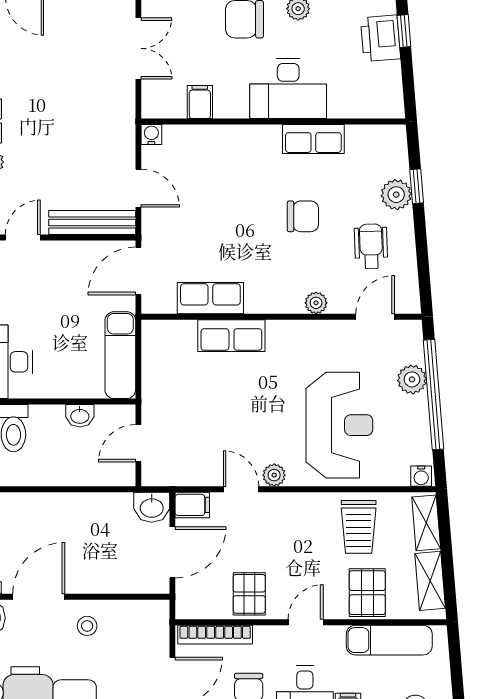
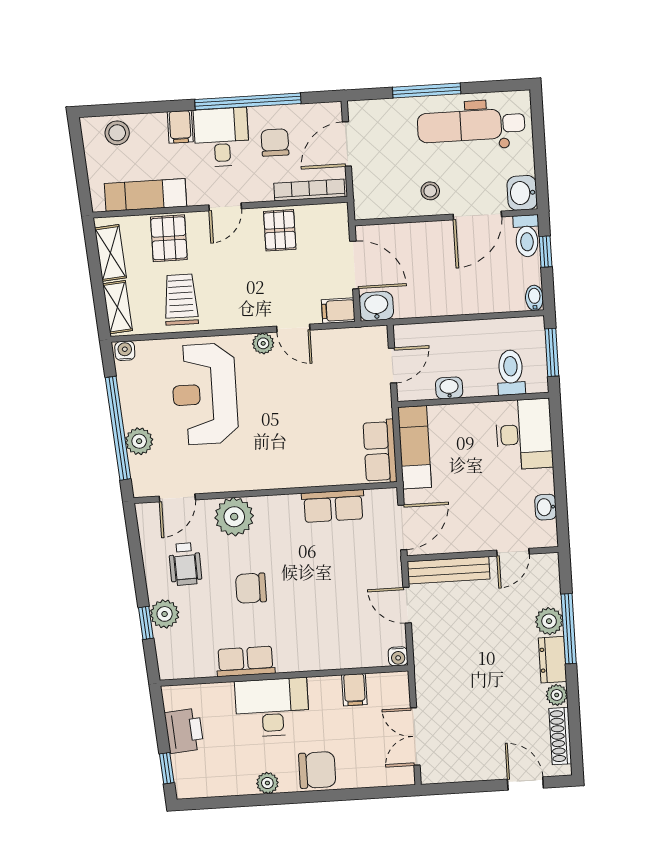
printer: (381, 38) -> (184, 731), moved
plant: (316, 303) -> (234, 517), width x1.87, depth x1.87
row of seats: (231, 336) -> (380, 451), moved, turned -90
door: (172, 552) -> (354, 265), swing flipped

